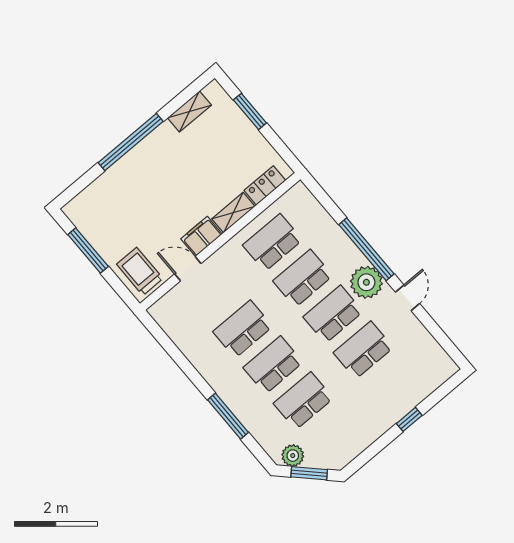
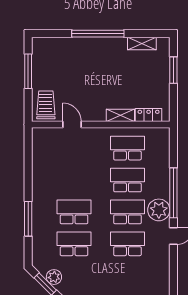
filing cabinet: (202, 236) -> (93, 114), removed
school desk: (243, 329) -> (74, 180), removed
plant: (293, 456) -> (54, 277), moved

